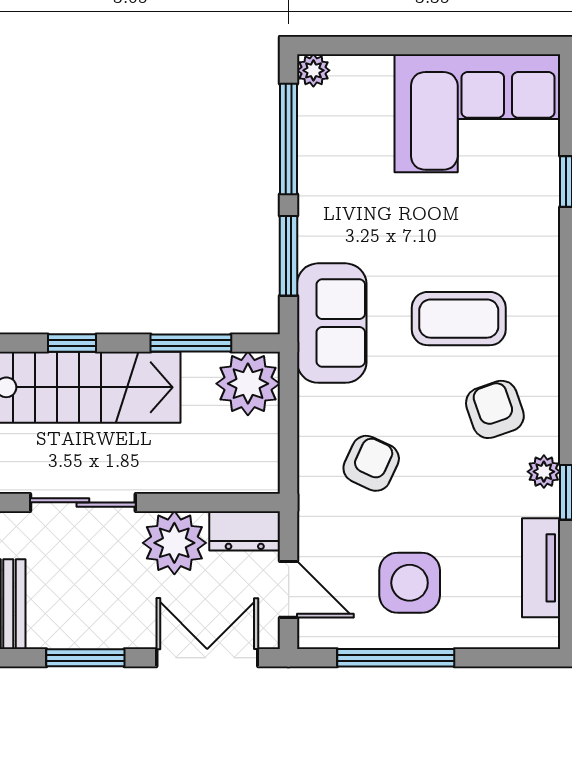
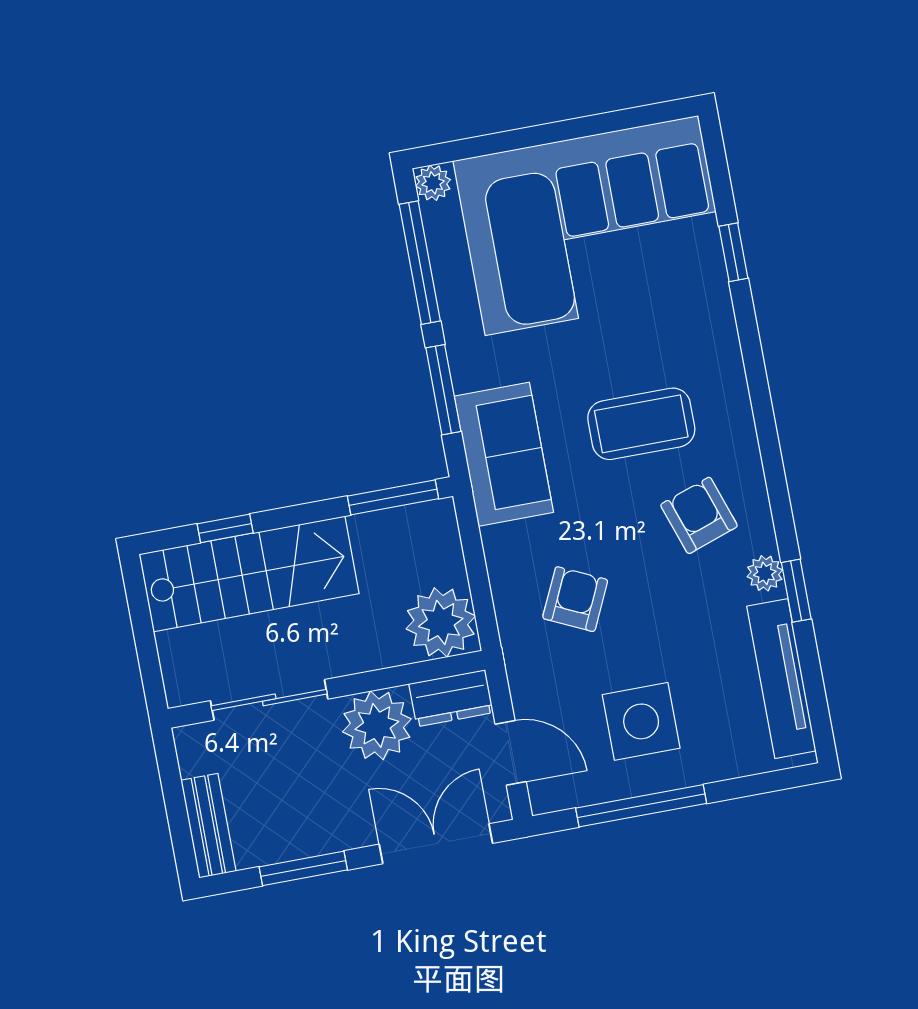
corner sofa: (477, 113) -> (592, 226), width x1.36, depth x1.36
window: (191, 343) -> (393, 497), moved
plant: (248, 384) -> (441, 622), moved
tv unit: (541, 568) -> (781, 679), width x1.41

